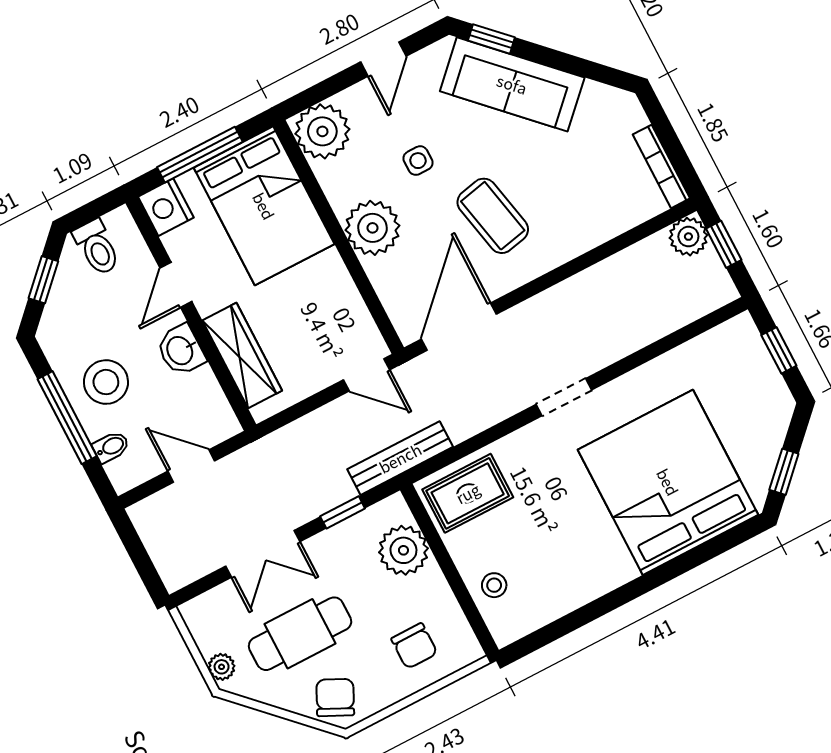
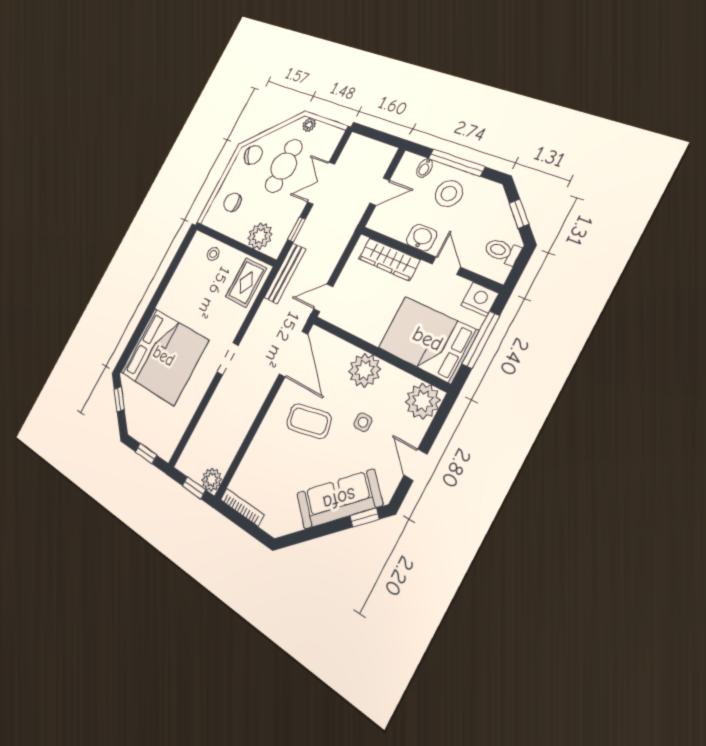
chair: (335, 697) -> (253, 155), turned -56

